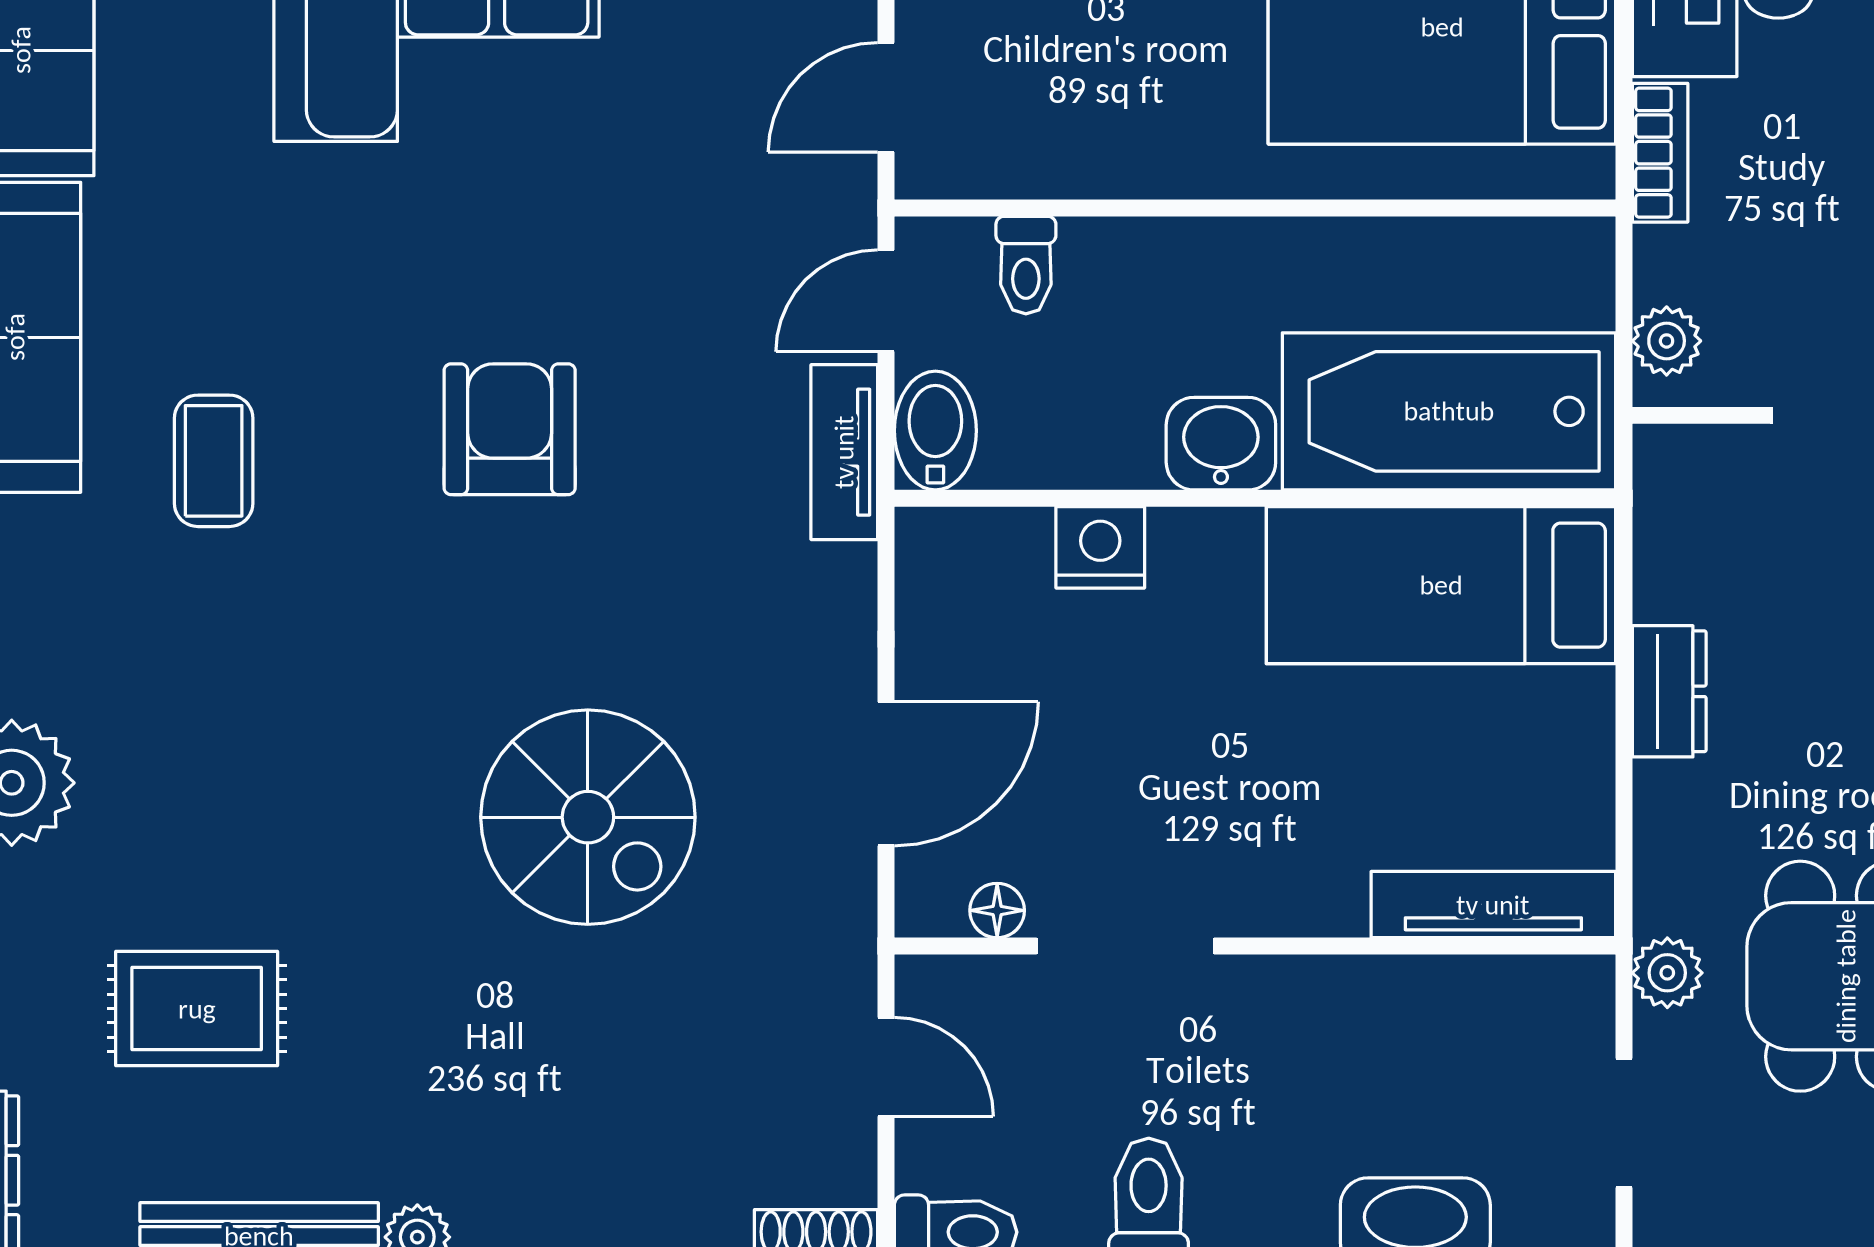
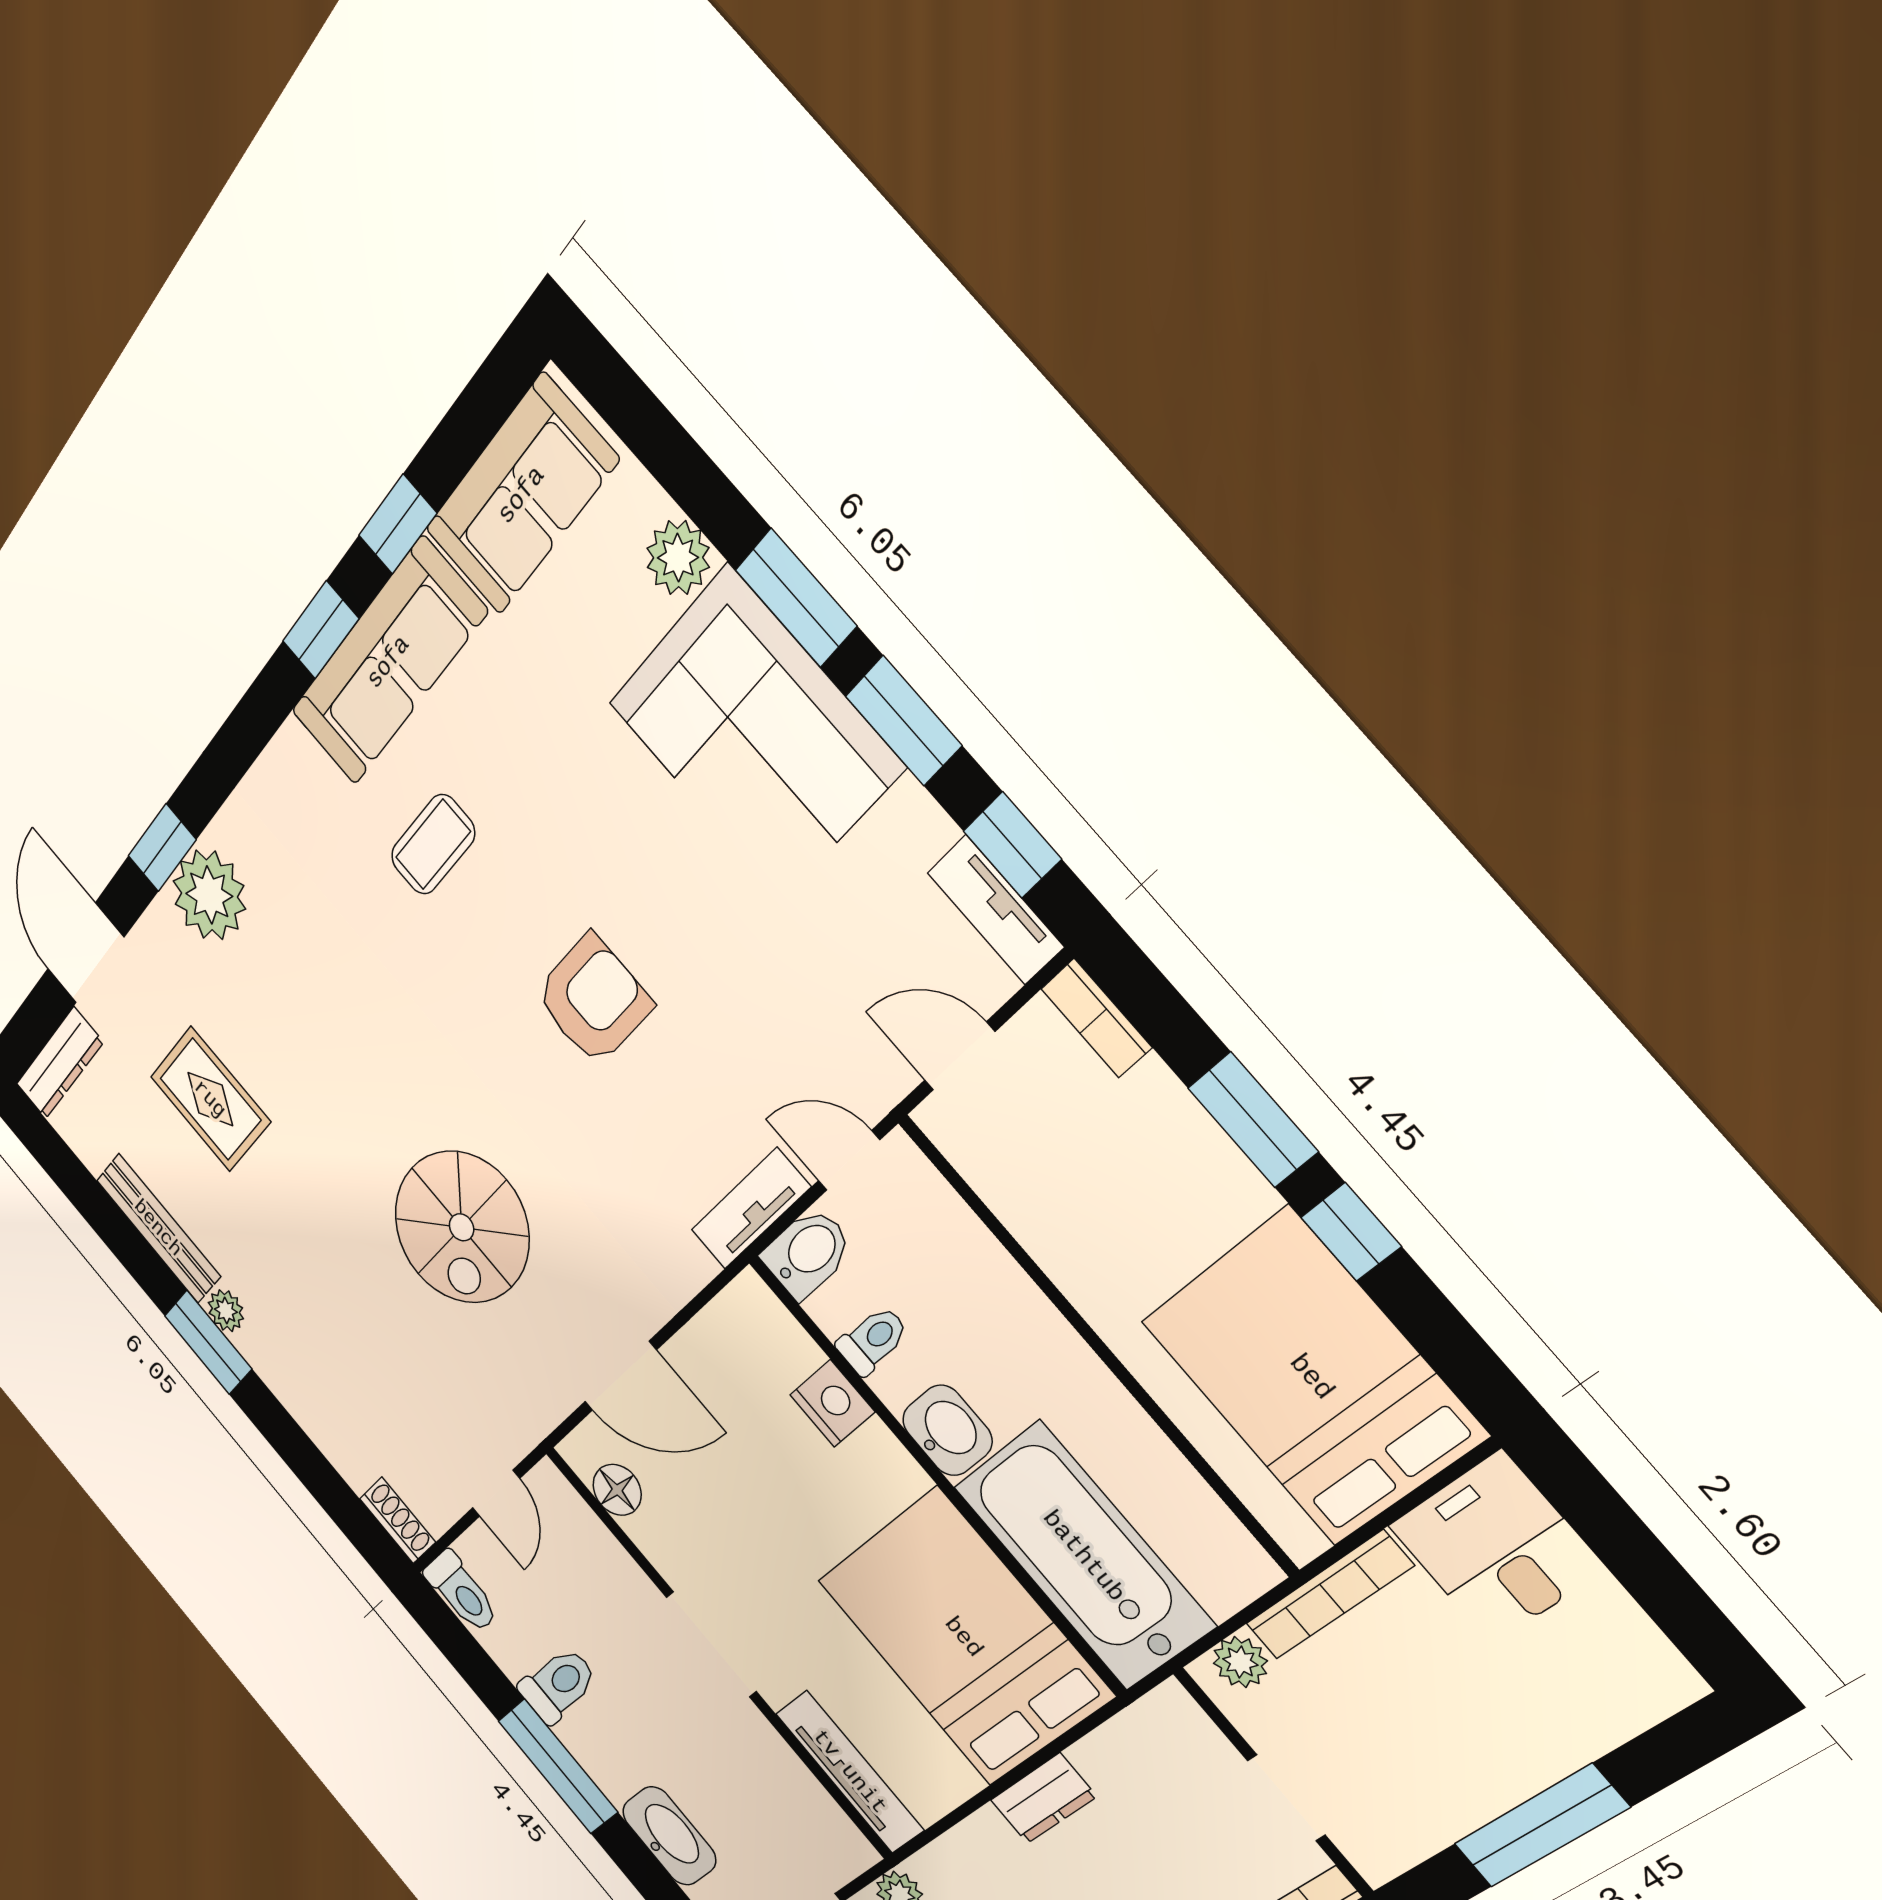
bookcase: (1660, 153) -> (1329, 1595), width x1.56
toilet: (1026, 265) -> (873, 1340), moved, turned 180
bed: (1441, 585) -> (964, 1637), width x1.50
floor lamp: (997, 910) -> (617, 1490), width x1.37, depth x1.37
doorway: (1125, 946) -> (711, 1644), moved

